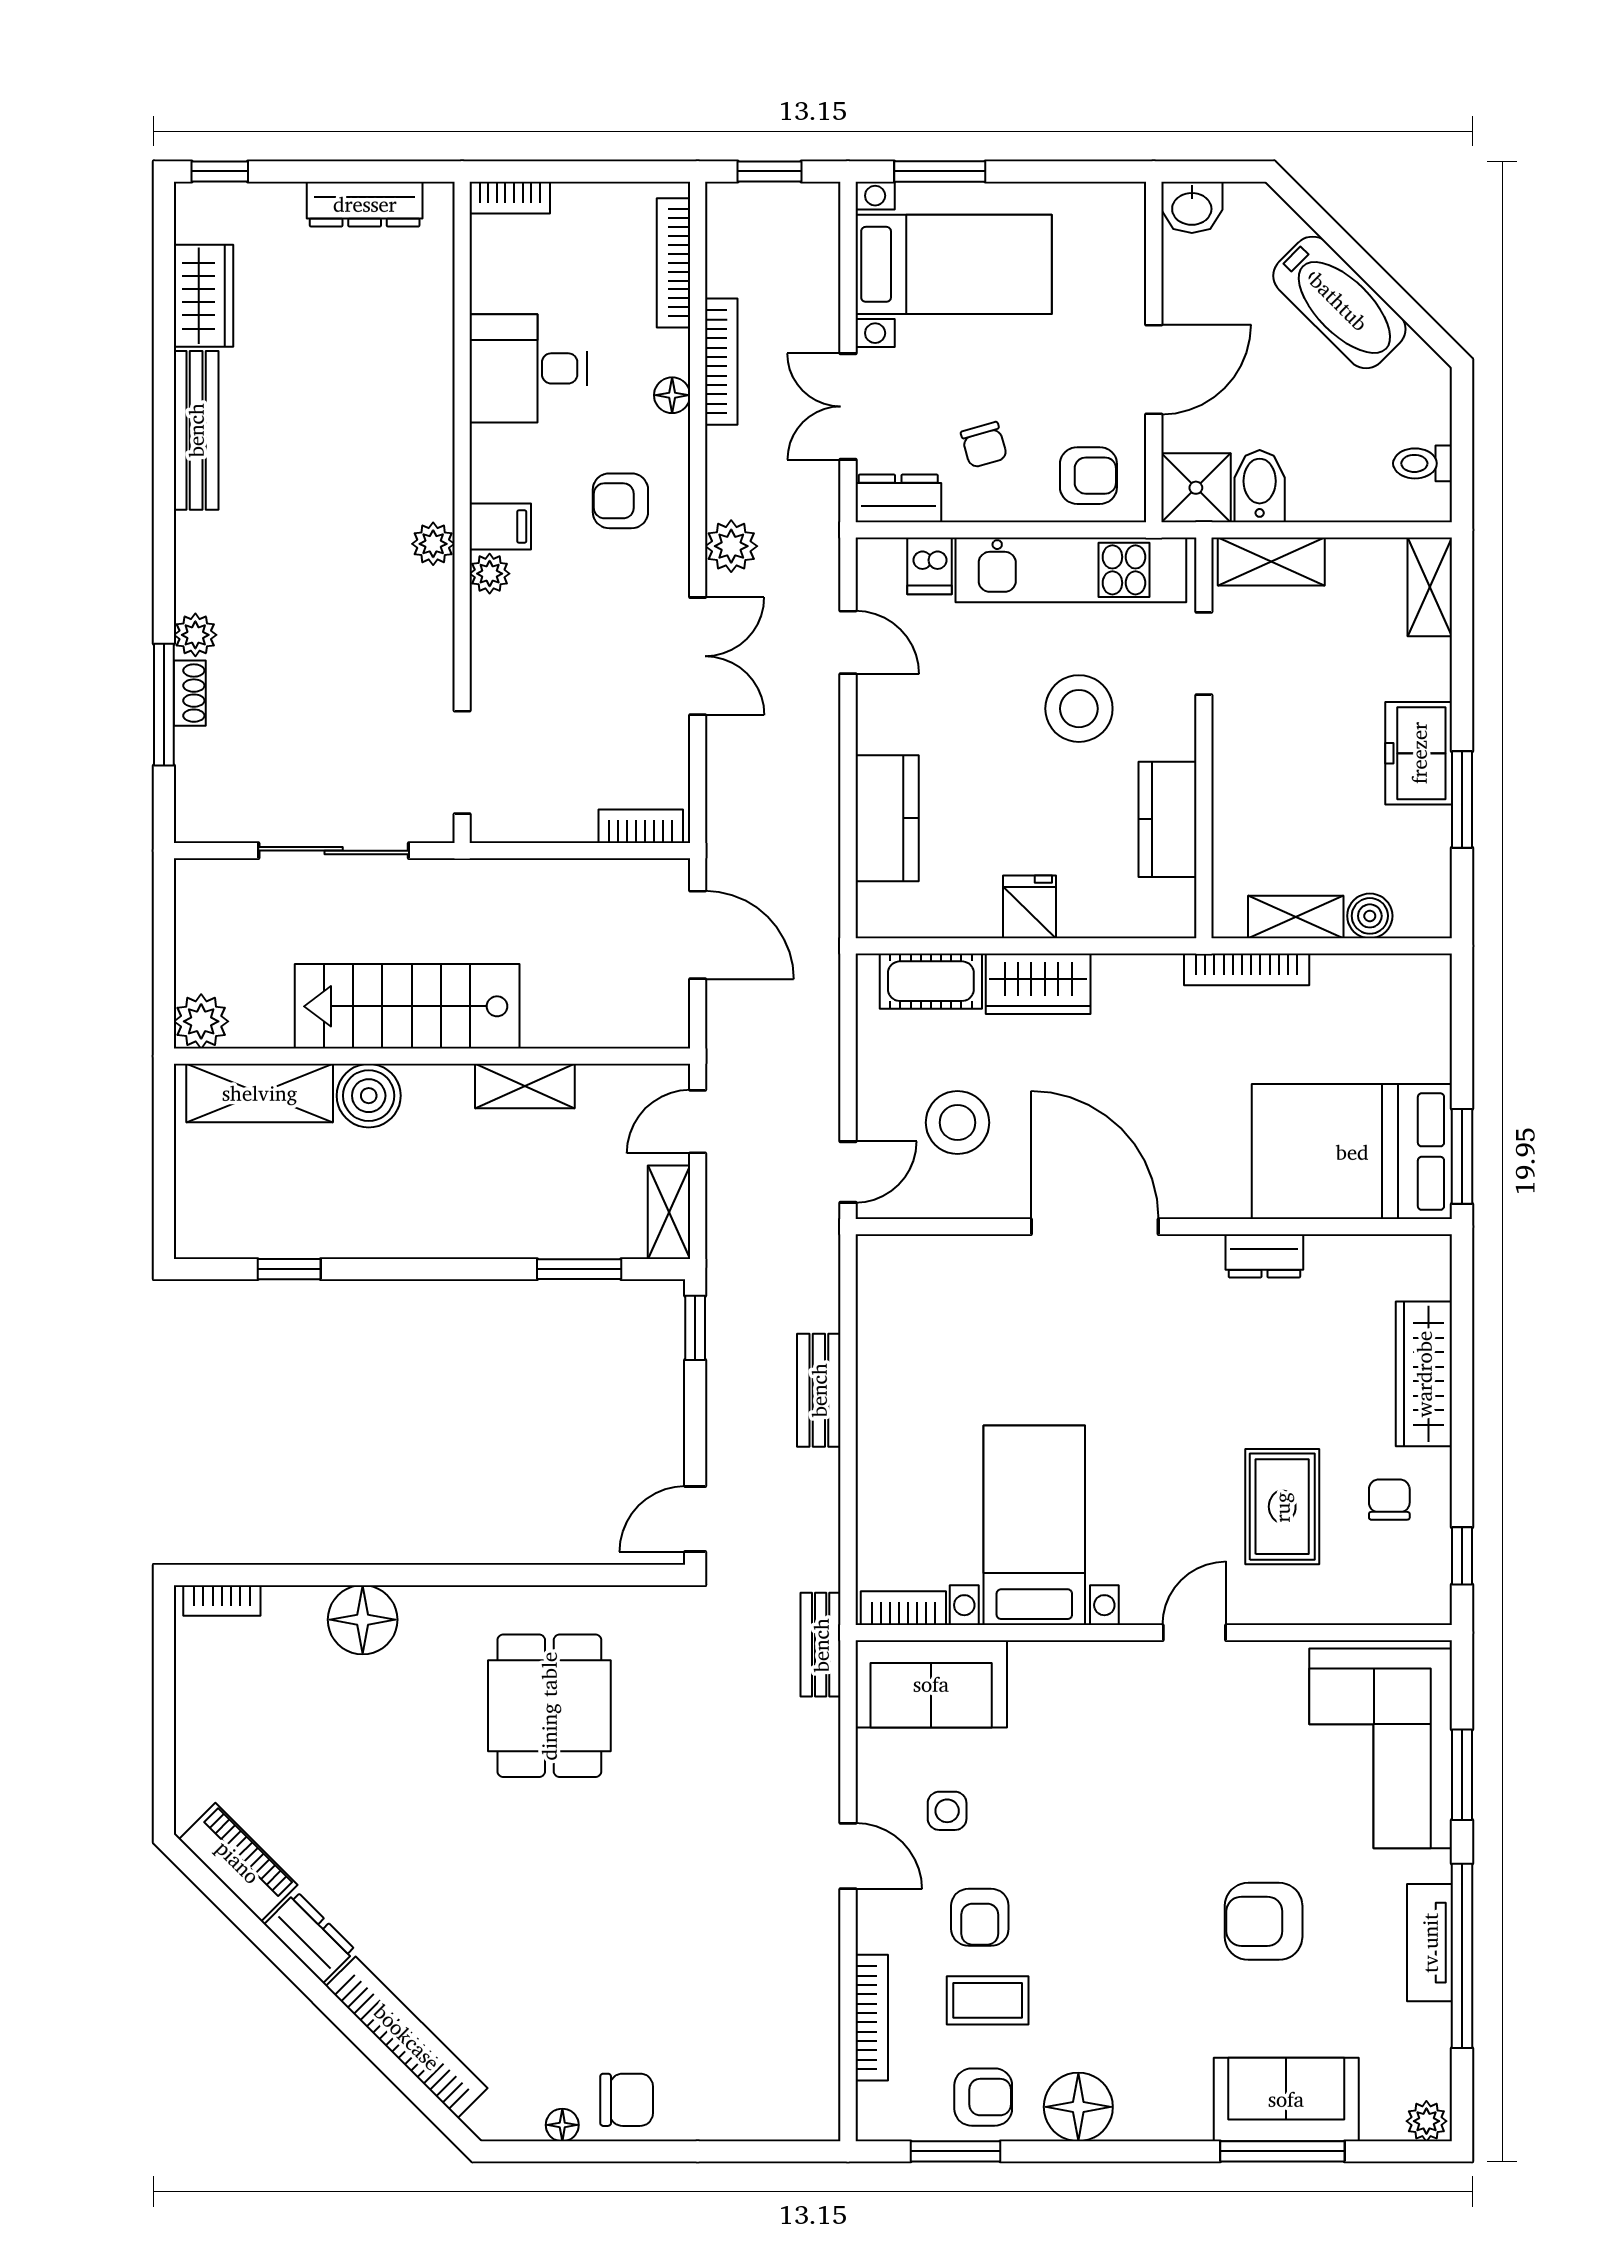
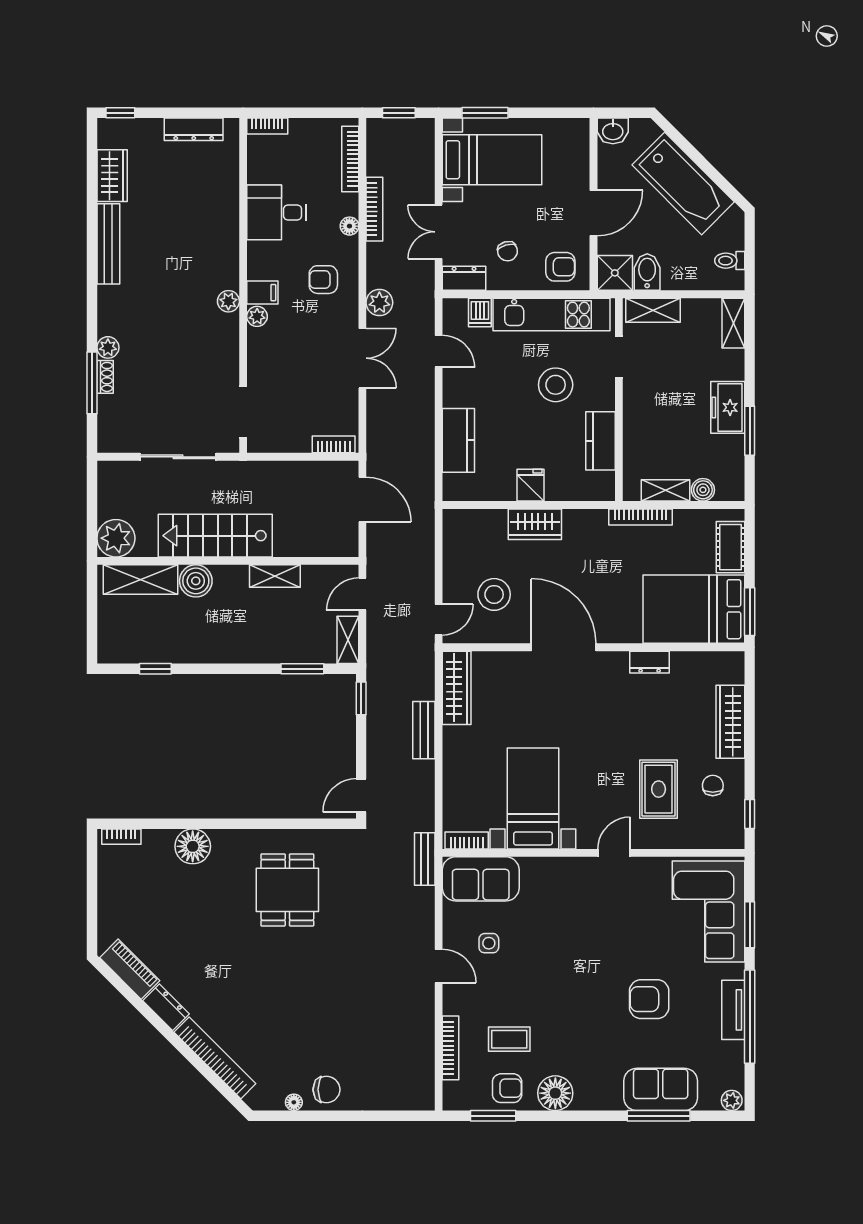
bathtub: (1339, 302) -> (683, 183), width x1.36, depth x1.36
cot: (931, 981) -> (731, 547), moved, turned 90
plant: (201, 1021) -> (116, 538), width x1.36, depth x1.36
wardrobe: (884, 1307) -> (457, 688), added
armchair: (980, 1917) -> (505, 997), removed

